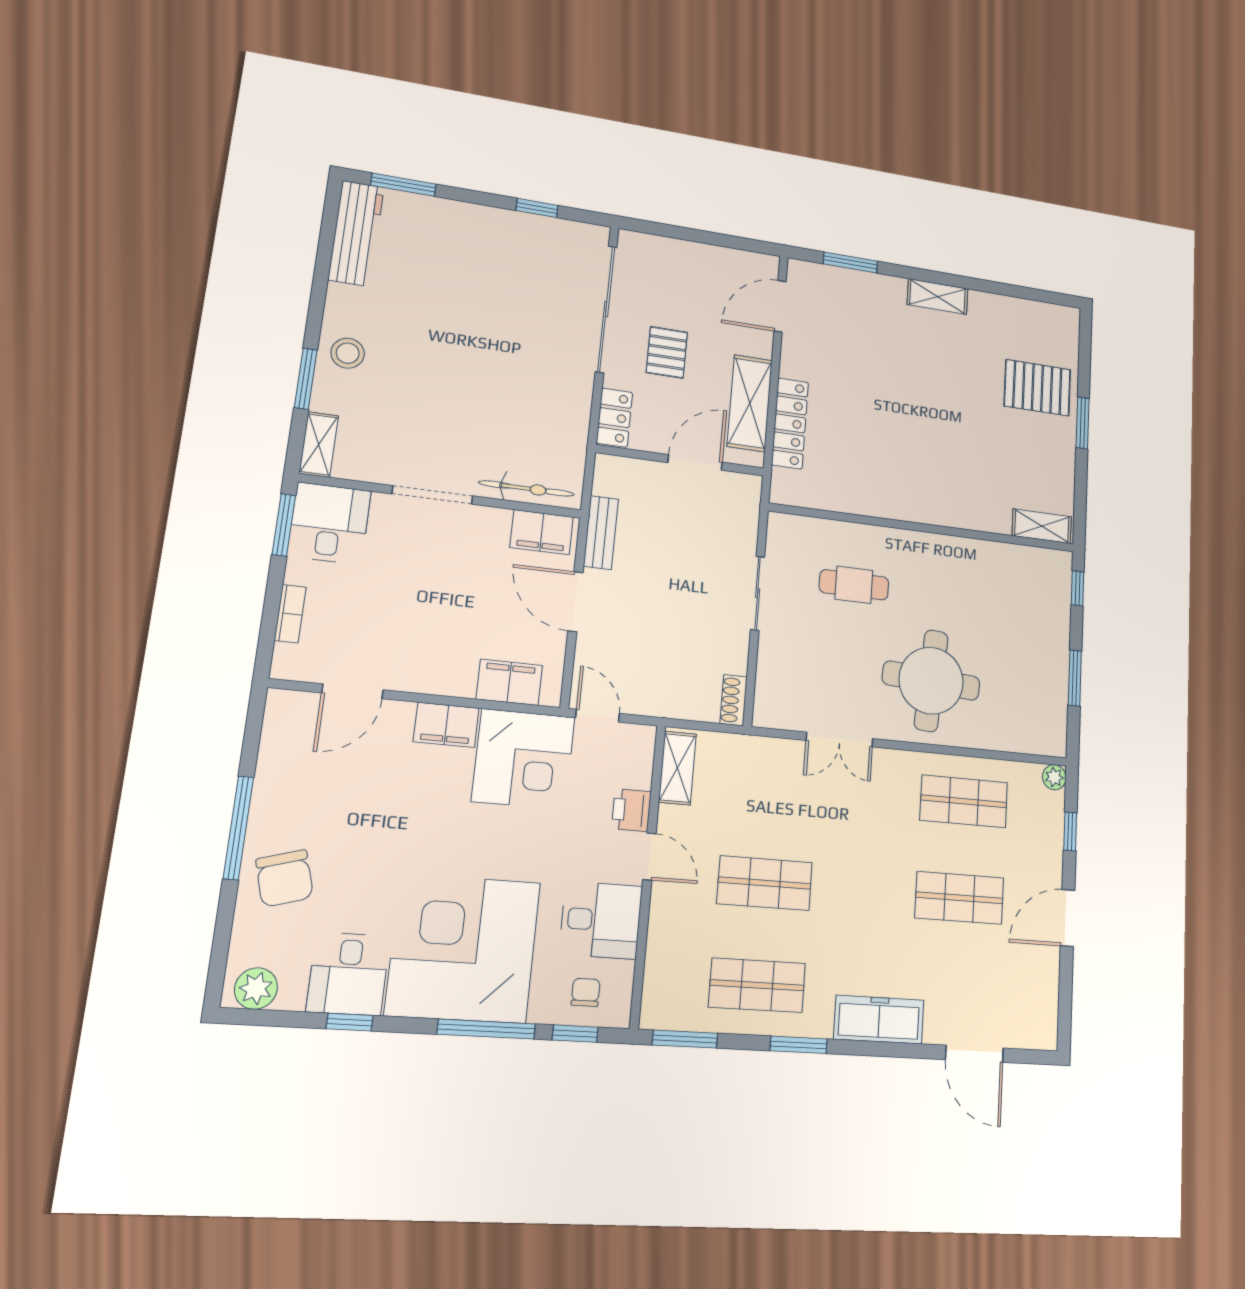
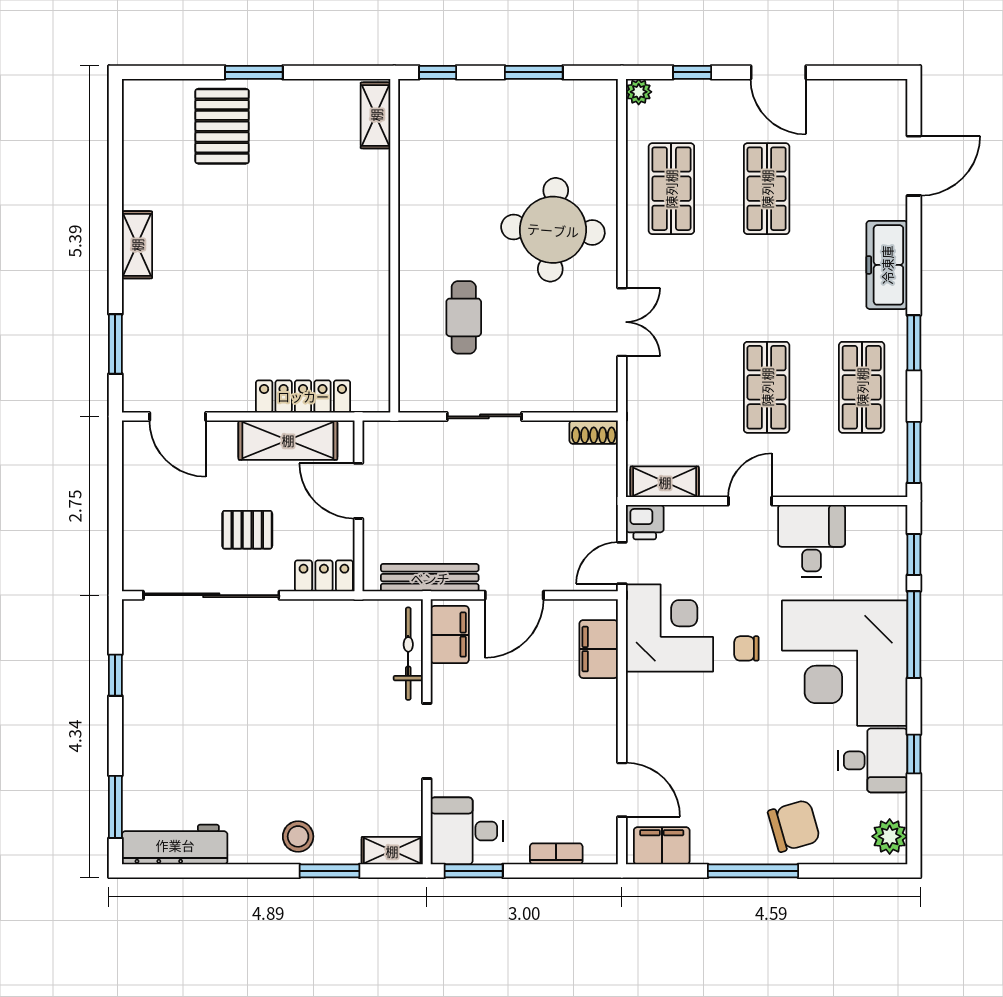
bench: (601, 533) -> (430, 578), width x1.36
filing cabinet: (446, 725) -> (662, 846), moved, turned -90
printer: (631, 810) -> (645, 522), moved
chair: (586, 992) -> (746, 648), moved

